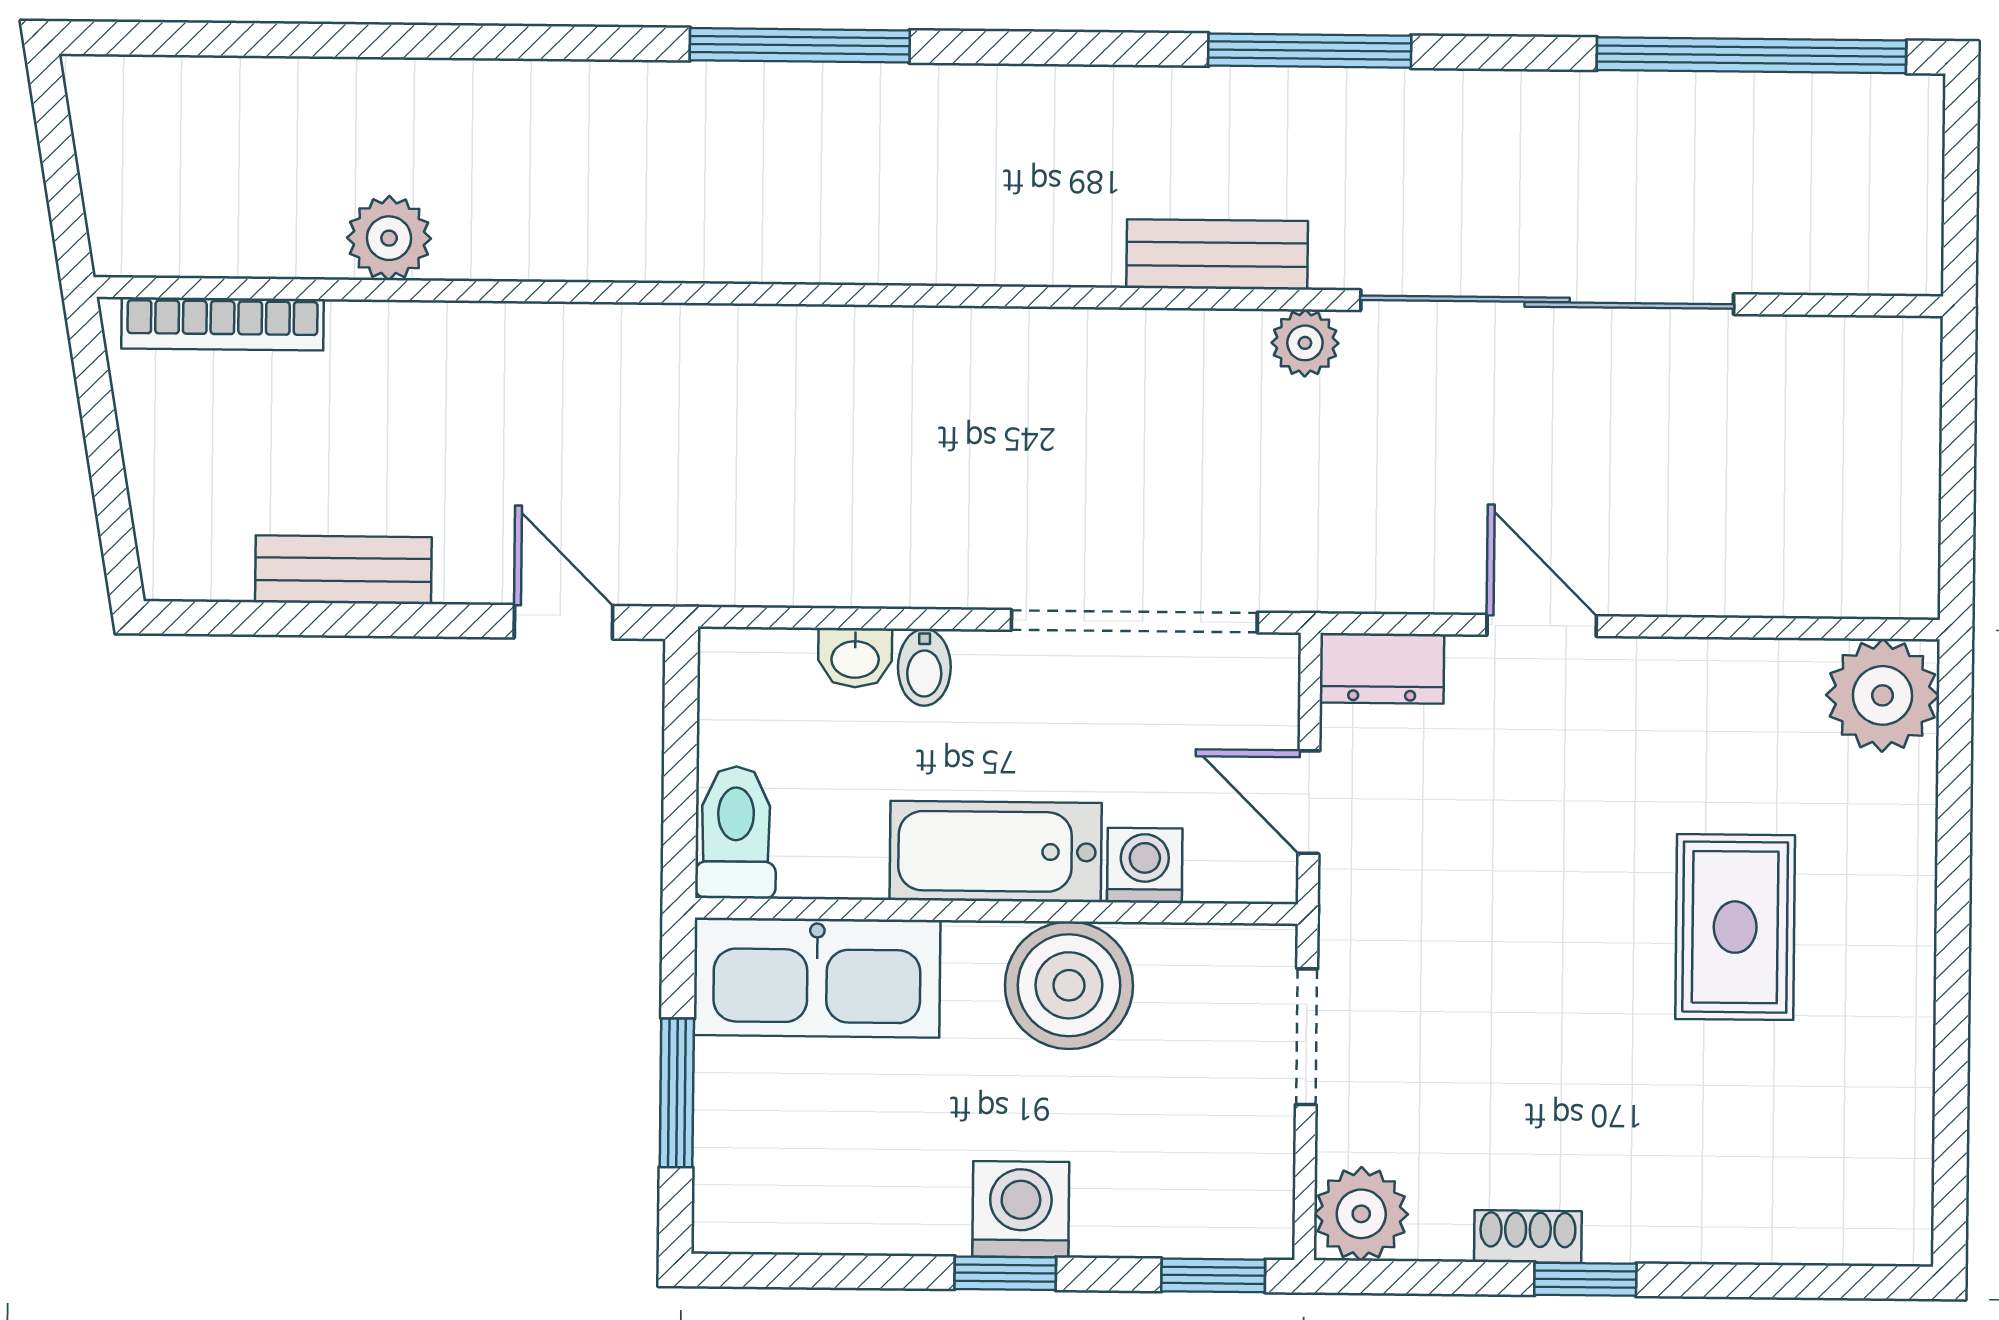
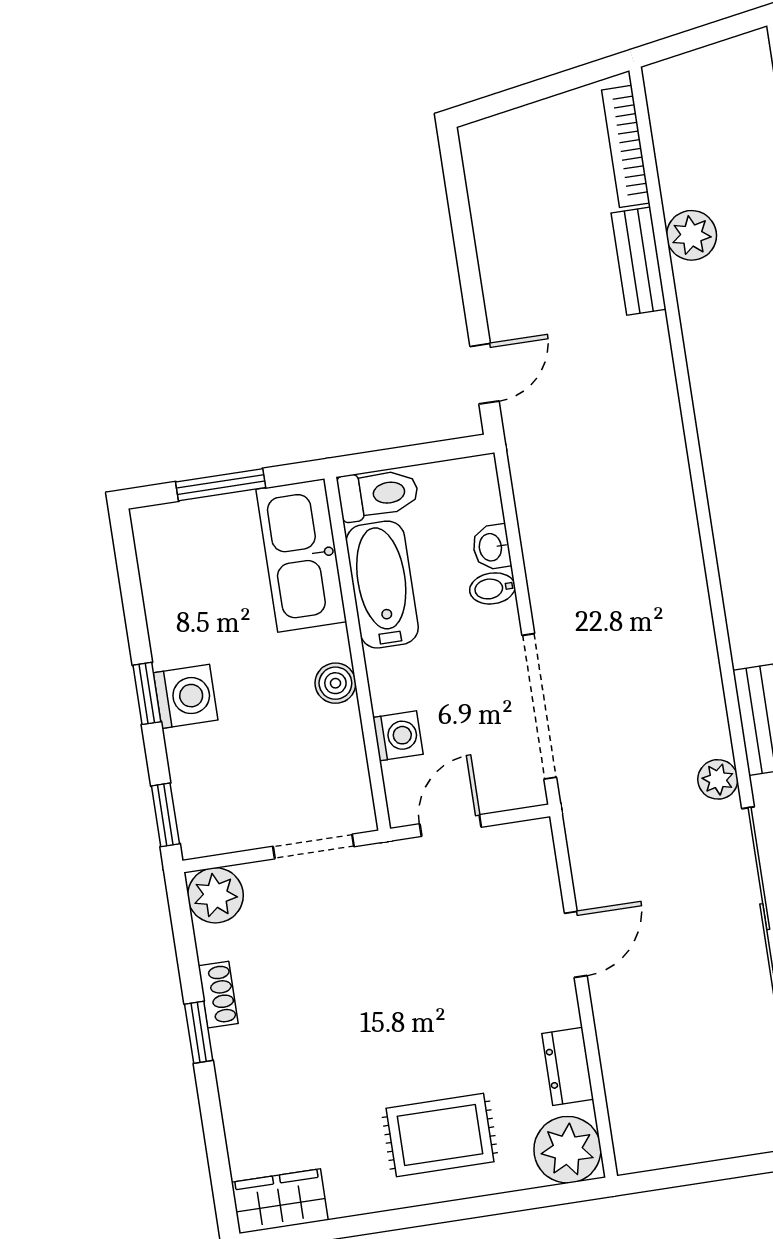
bench: (343, 570) -> (639, 261), moved
dresser: (1382, 668) -> (568, 1066), moved
bathtub: (996, 851) -> (382, 585), moved
rug: (1735, 927) -> (440, 1135), moved
boiler: (1069, 985) -> (335, 683), width x0.54, depth x0.54
wardrobe: (1890, 1190) -> (280, 1201), added

